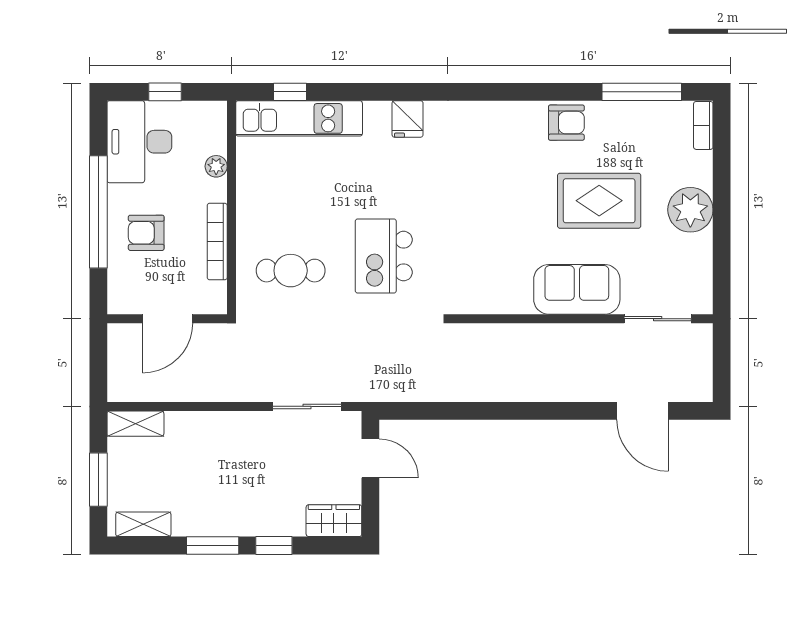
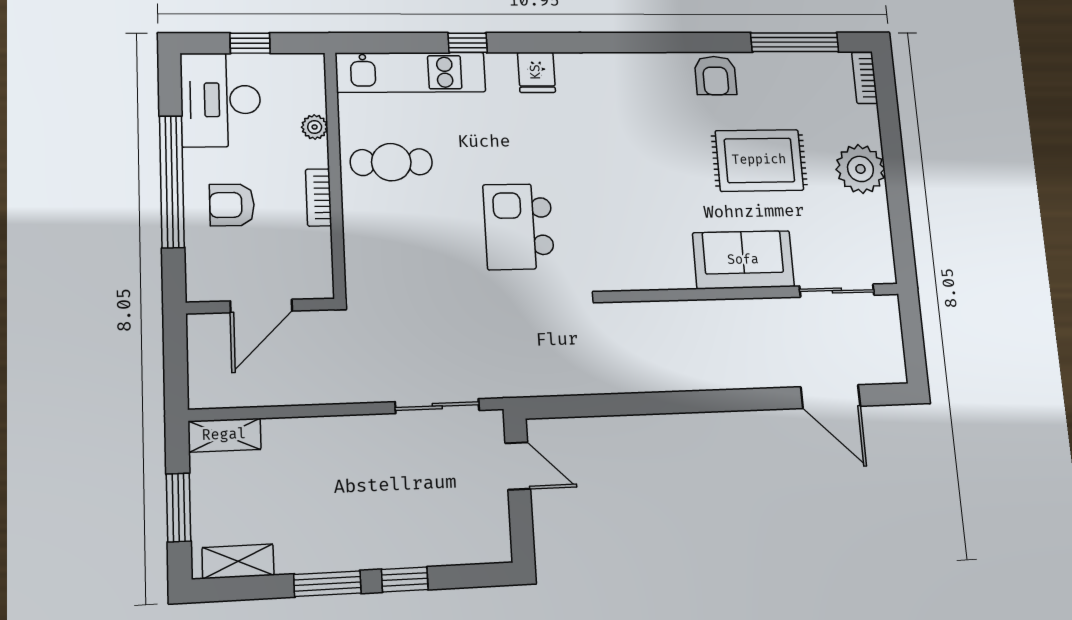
window: (290, 92) -> (468, 43), moved
armchair: (566, 123) -> (715, 76), turned 90
bookcase: (217, 241) -> (319, 197), width x0.64
cafe table: (291, 271) -> (391, 162), moved
wardrobe: (334, 521) -> (478, 544), removed

